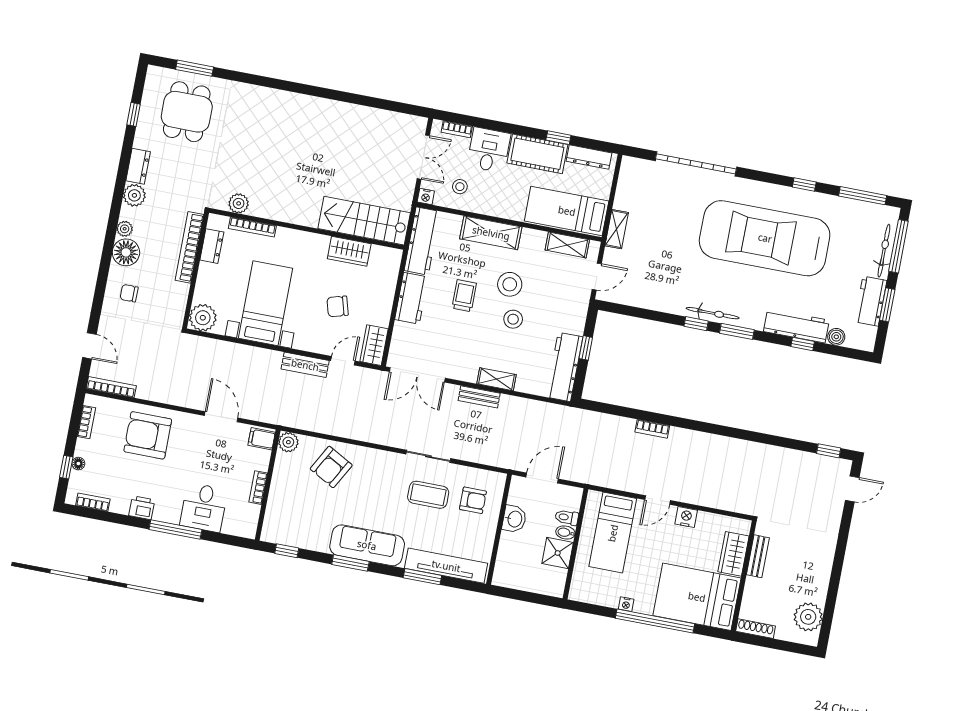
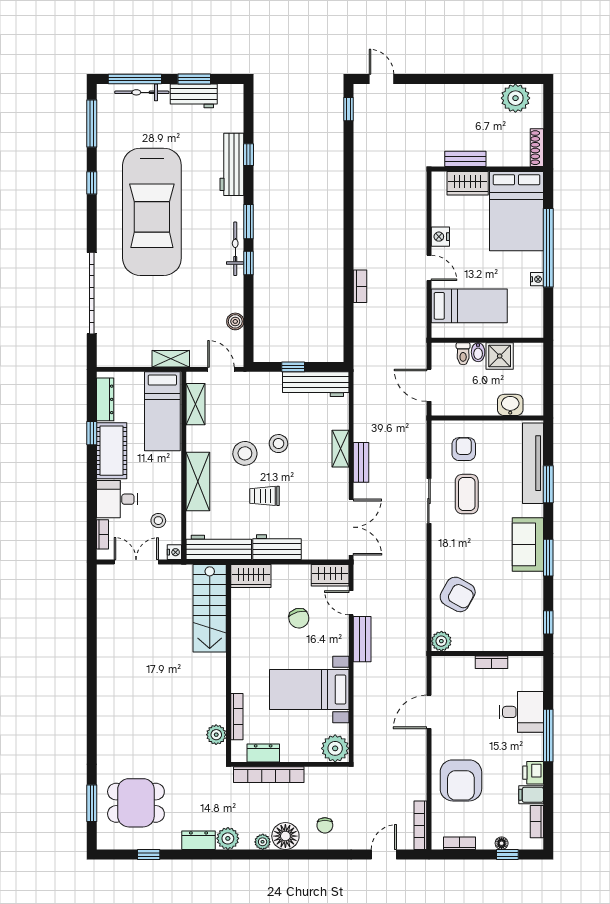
wardrobe: (349, 251) -> (251, 576), moved, turned 90
boiler: (836, 337) -> (235, 321), moved
filing cabinet: (262, 439) -> (531, 795), moved, turned 90
washbasin: (514, 519) -> (510, 405), moved
sofa: (367, 545) -> (528, 544), width x0.73

